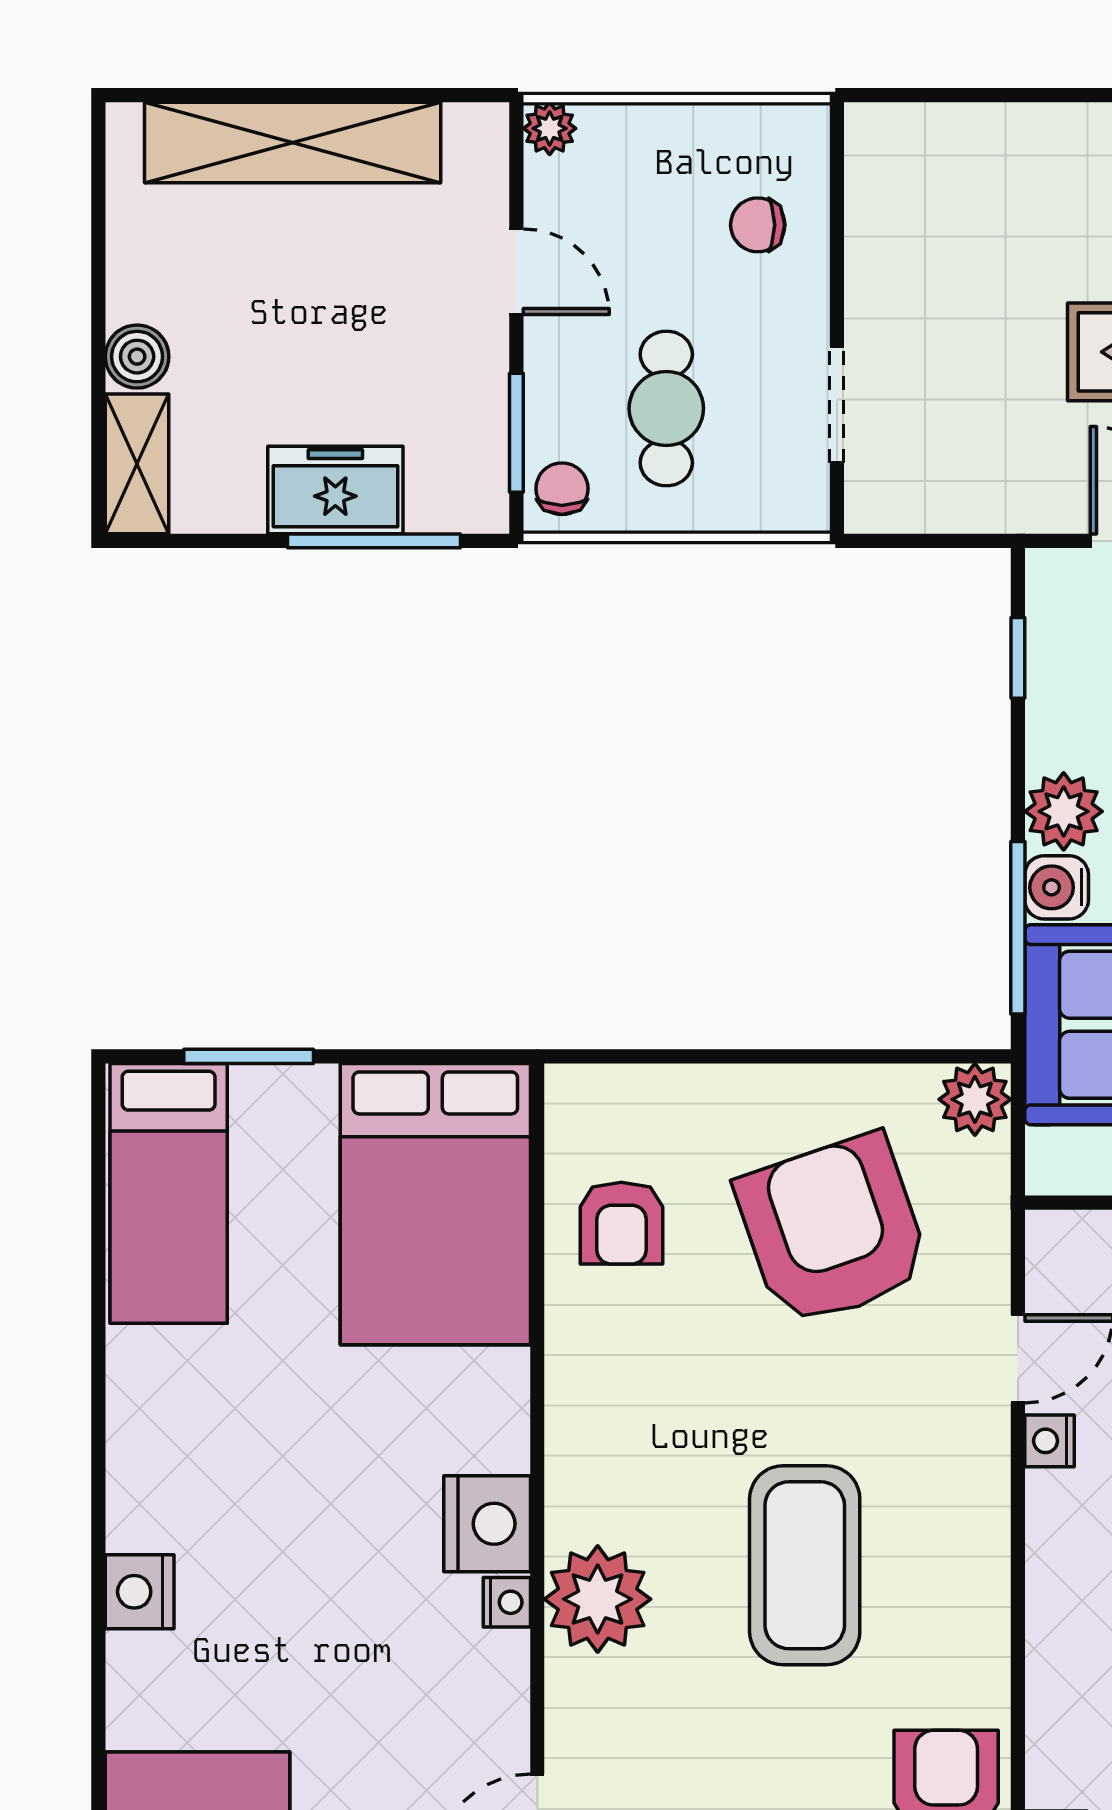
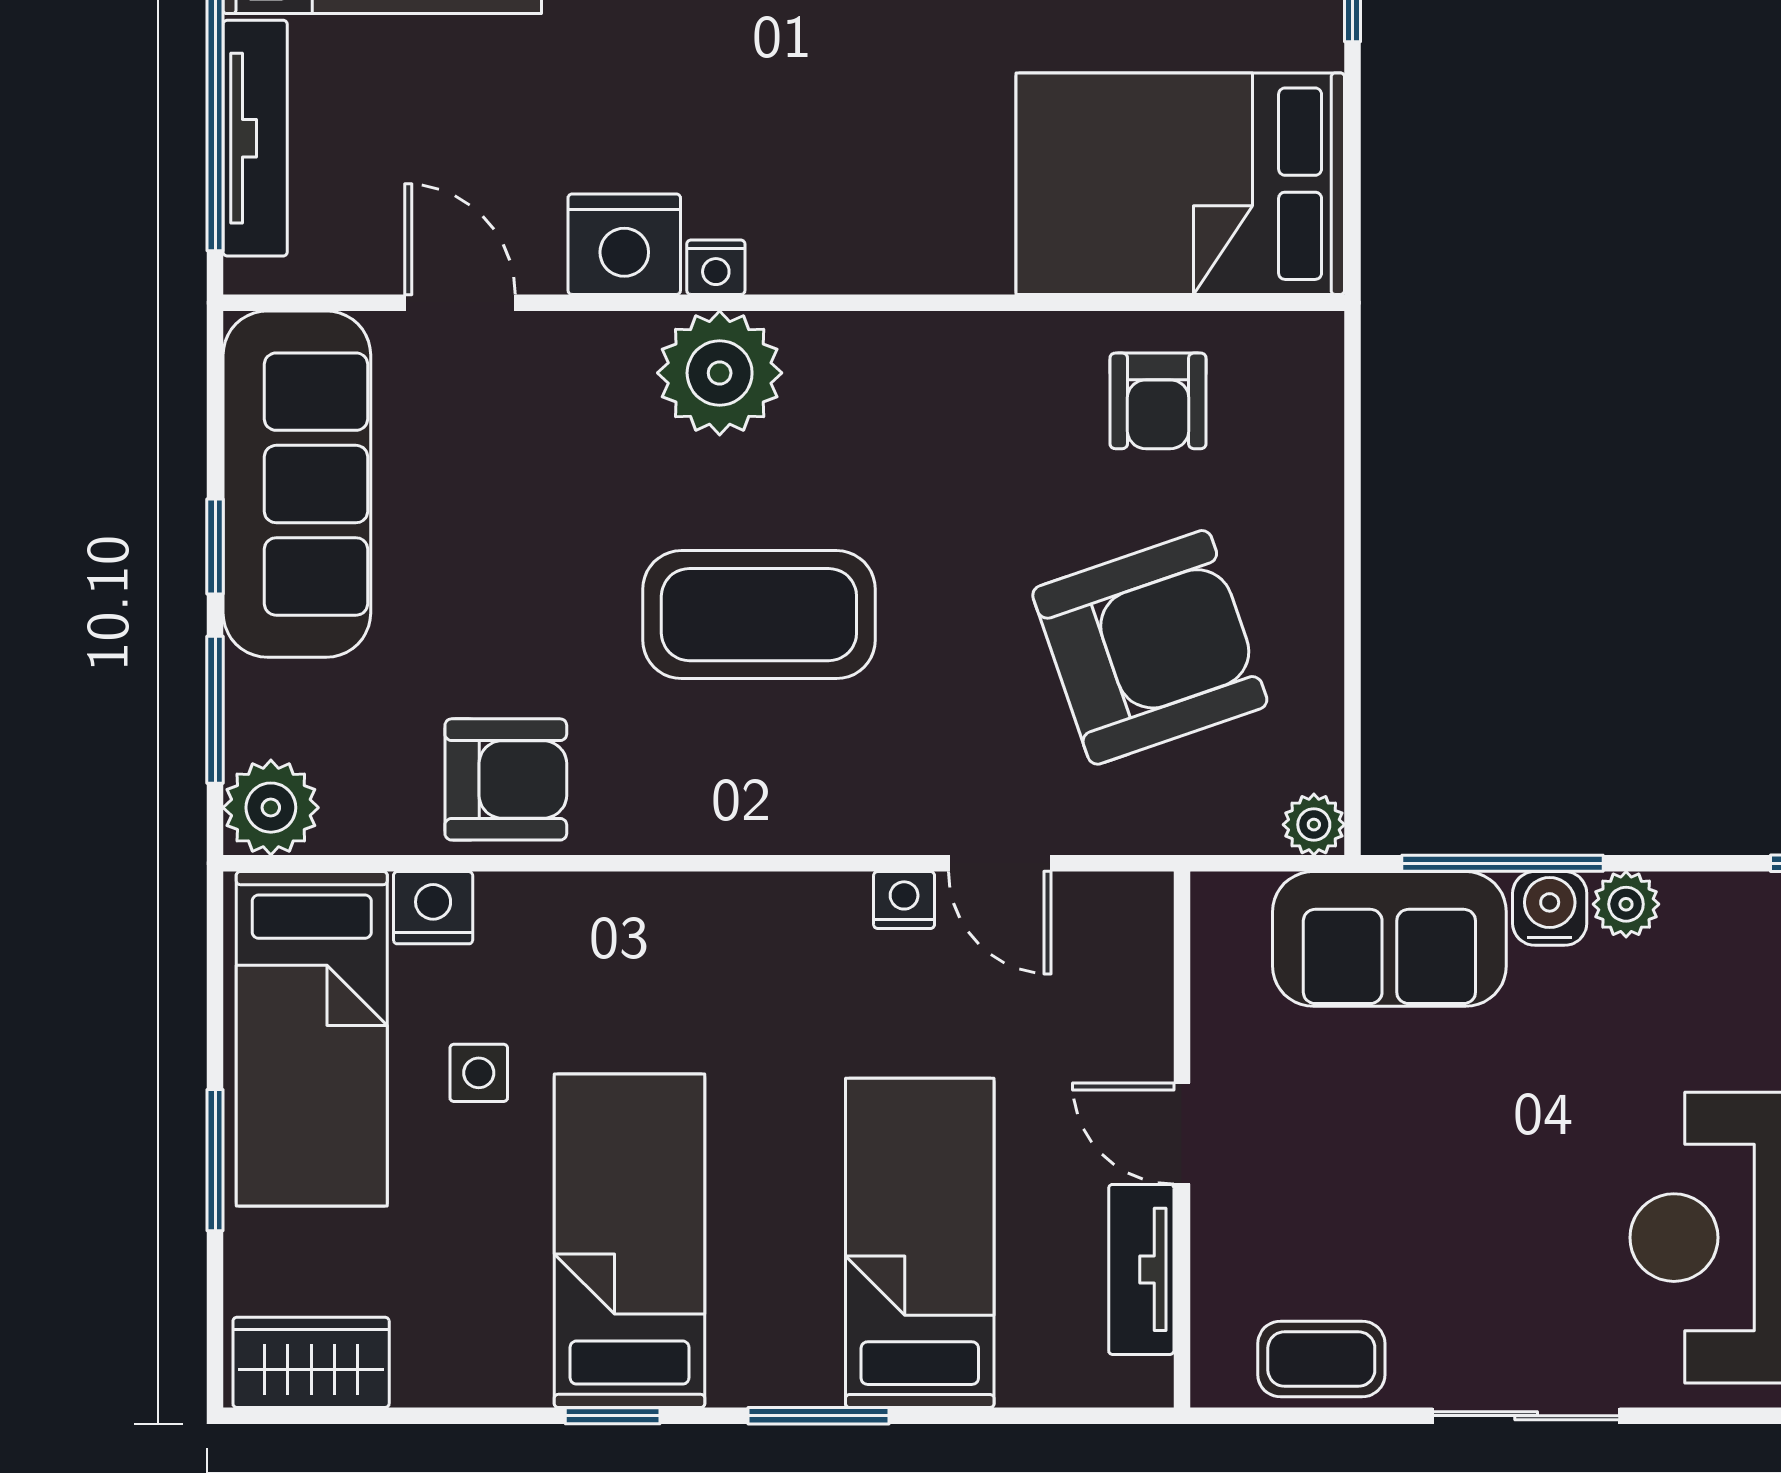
plant: (1064, 811) -> (1626, 904), width x0.73, depth x0.73
plant: (975, 1099) -> (1314, 825), width x0.73, depth x0.73
armchair: (621, 1223) -> (1158, 401), turned -90
nightstand: (487, 1524) -> (624, 244), moved

